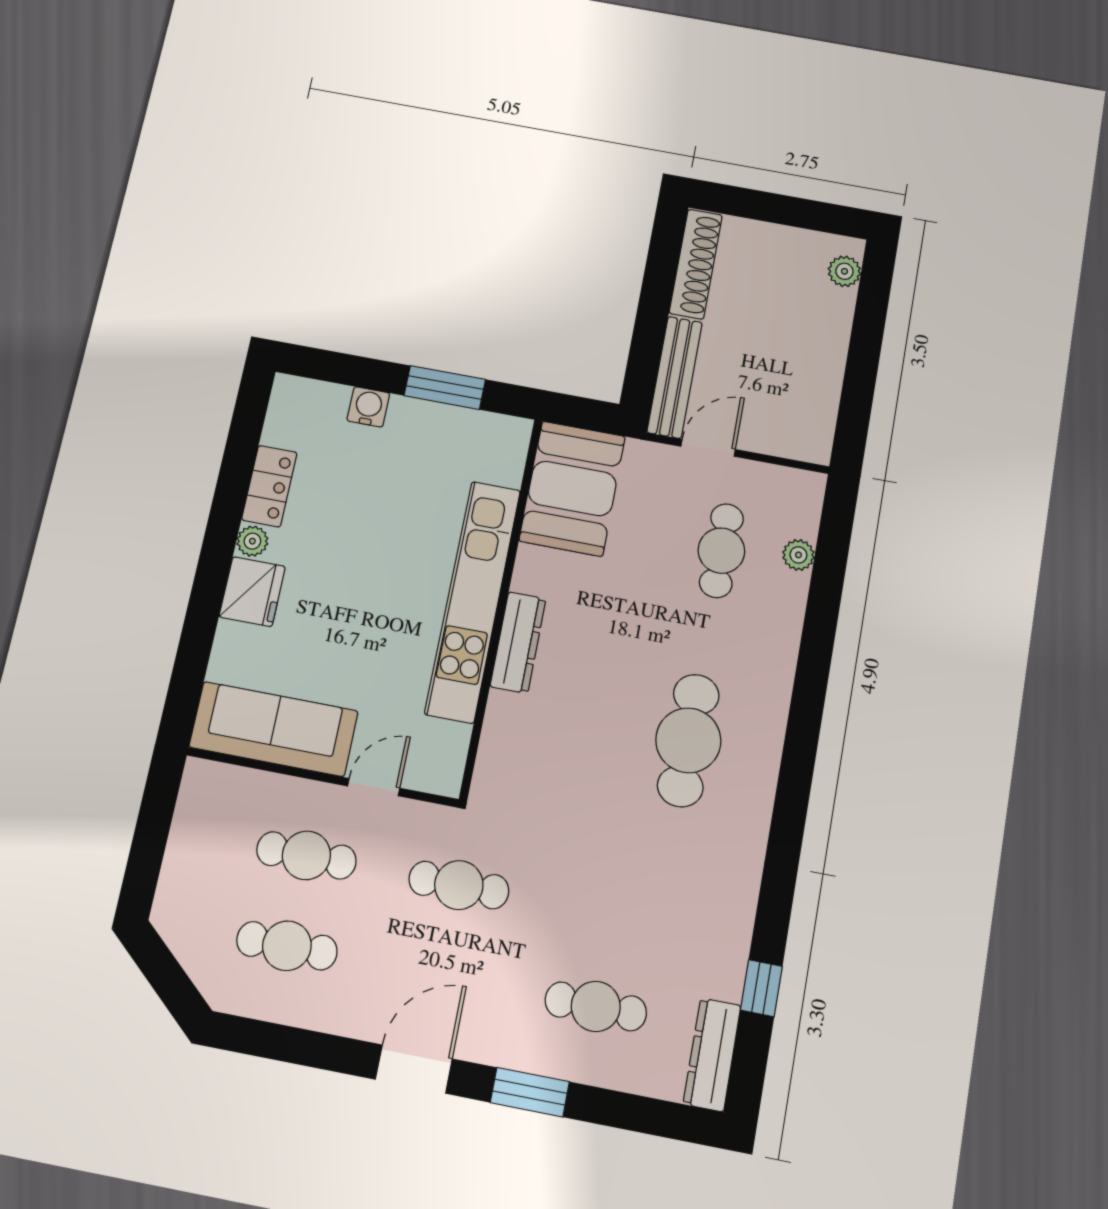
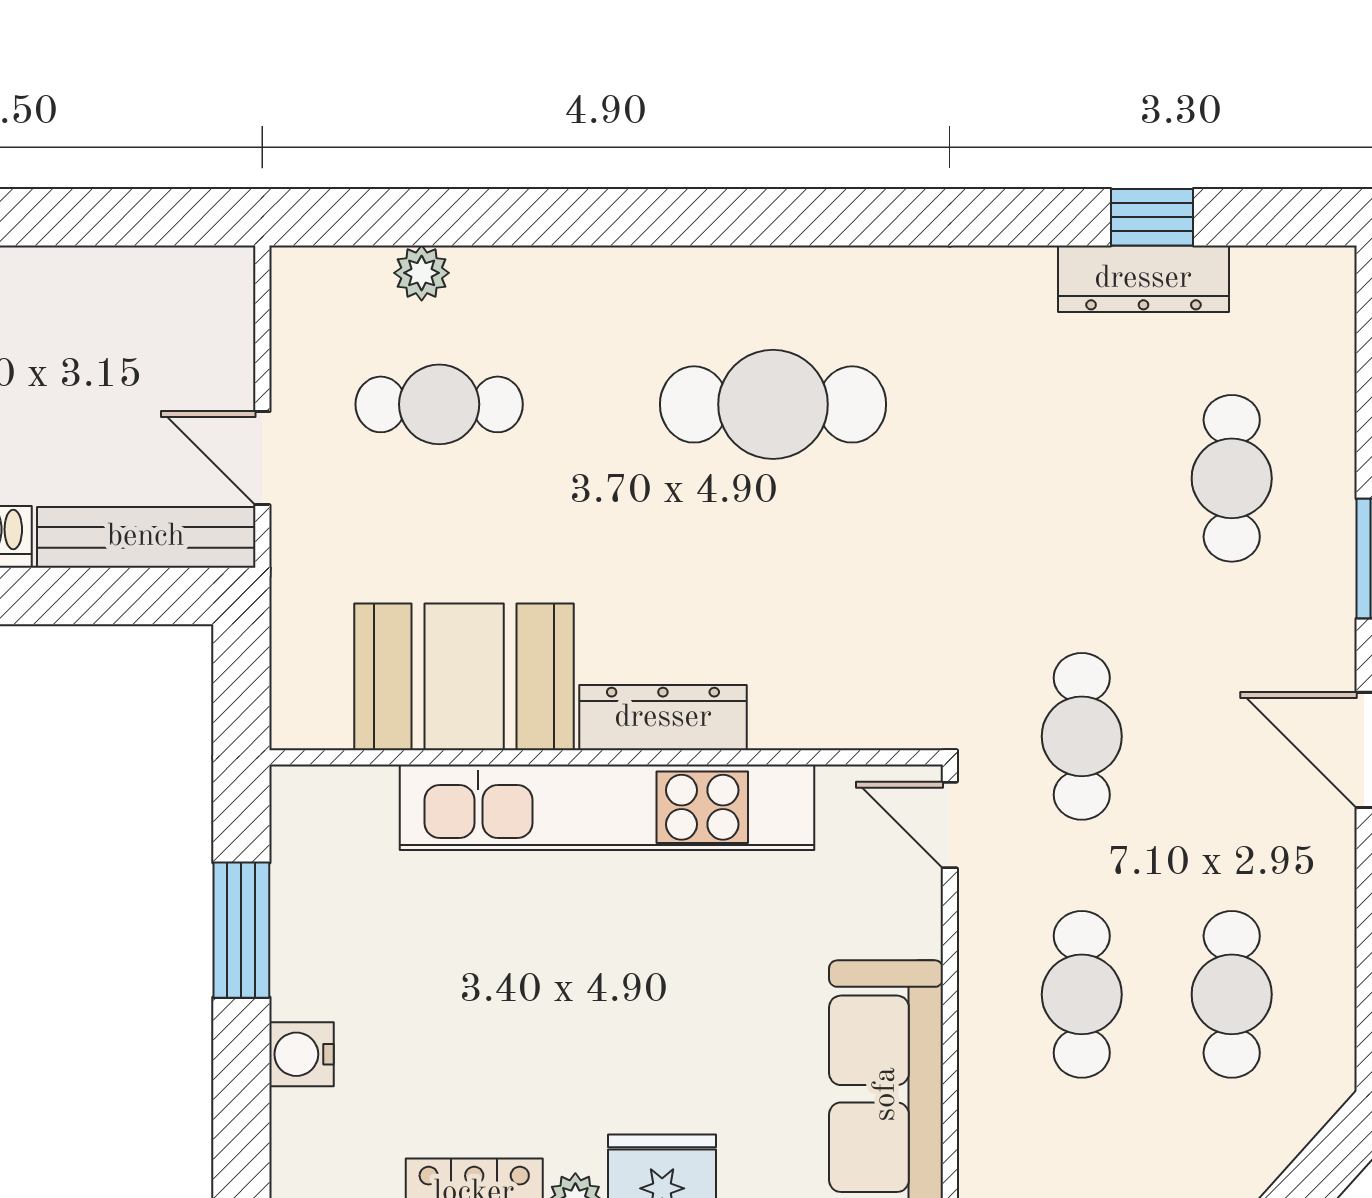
booth: (572, 488) -> (464, 677), moved
door: (374, 787) -> (950, 825), moved
dresser: (712, 1055) -> (1143, 279), moved

